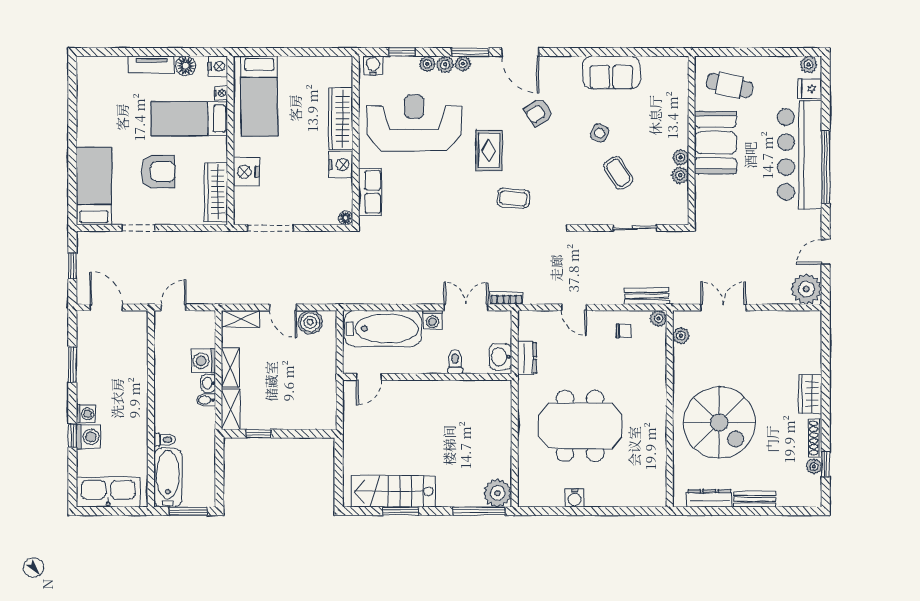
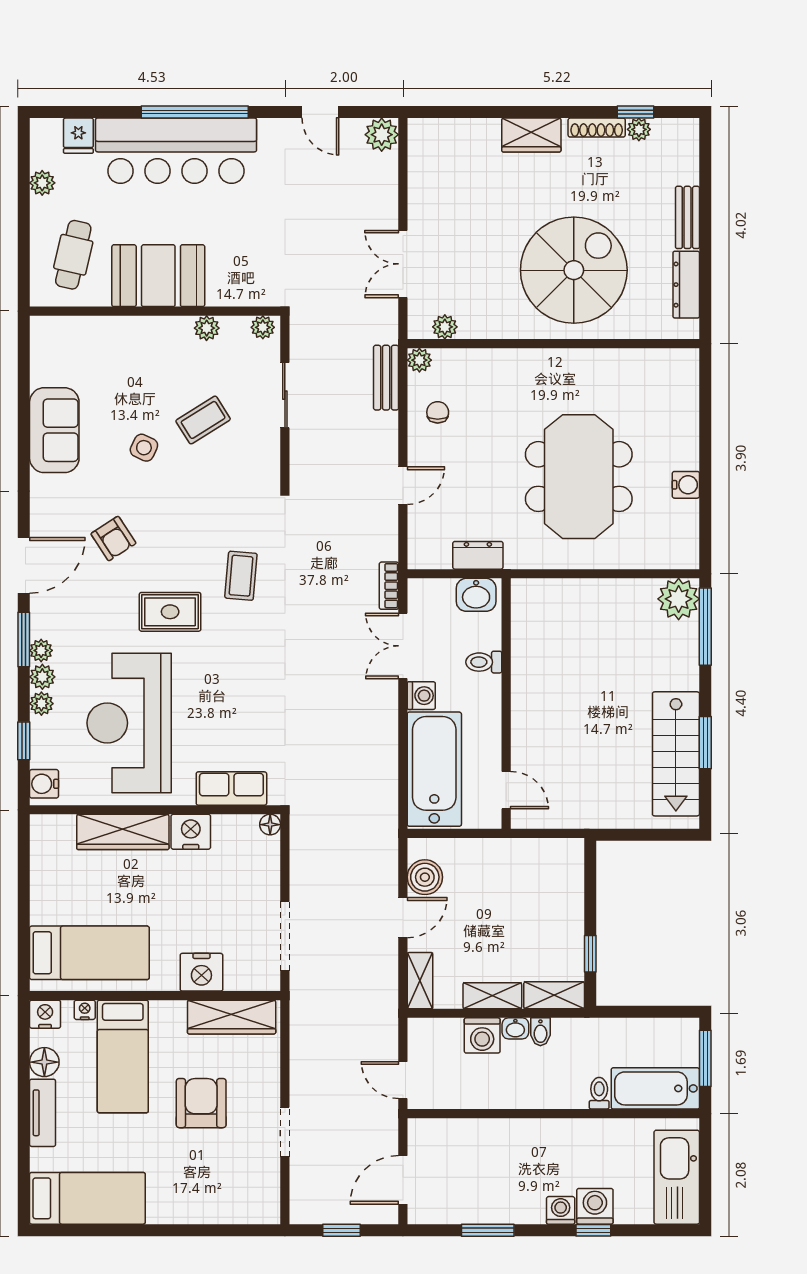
plant: (809, 64) -> (42, 183), moved
plant: (681, 157) -> (263, 327), moved
bed: (94, 186) -> (87, 1198), moved, turned 180
plant: (806, 289) -> (382, 135), width x0.73, depth x0.73

